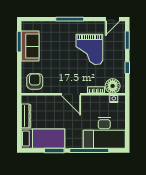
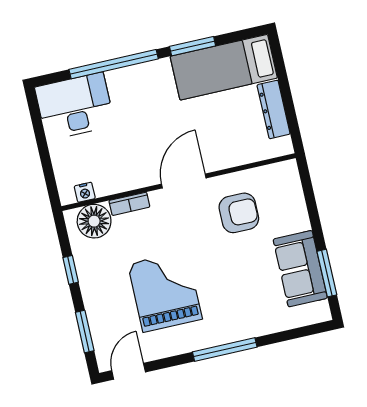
armchair: (35, 81) -> (239, 213), moved, turned -90
door: (71, 94) -> (184, 181), hinge flipped
desk: (104, 133) -> (75, 106), width x0.73, depth x0.77

